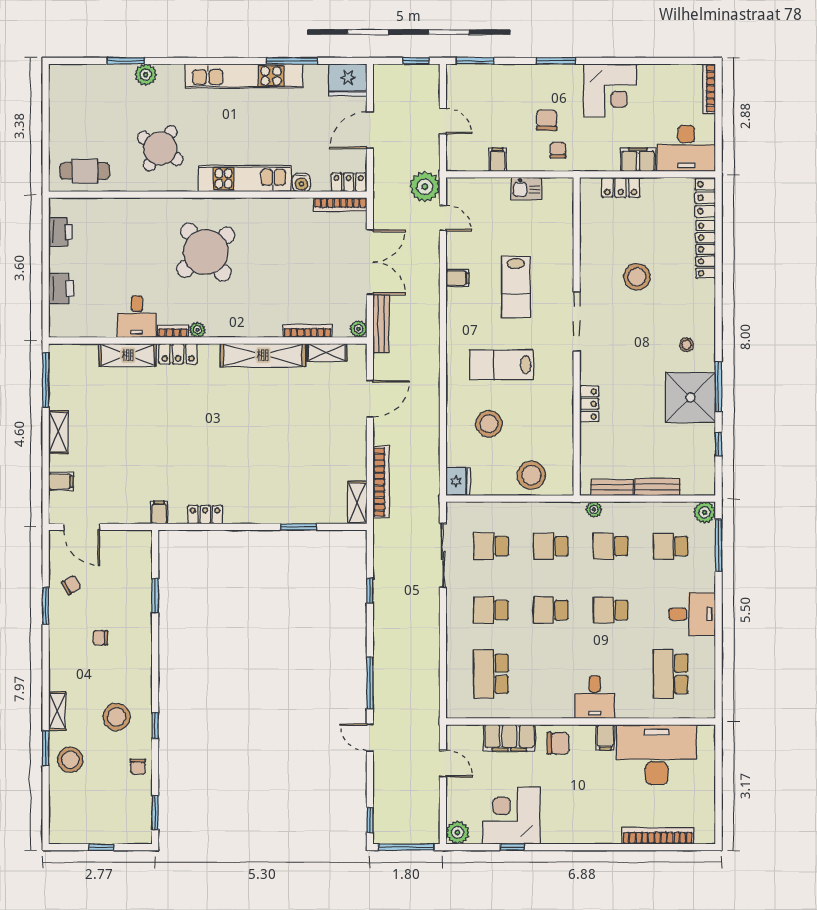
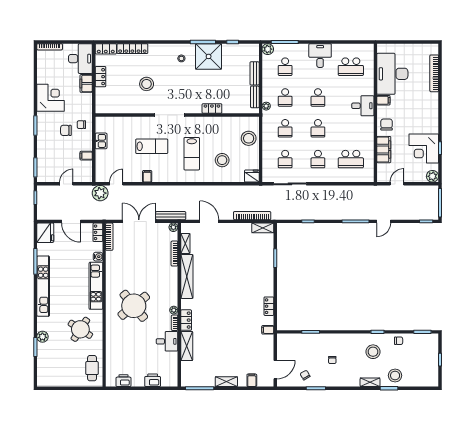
locker: (621, 187) -> (100, 77), moved

